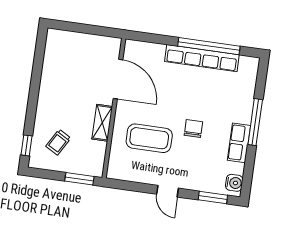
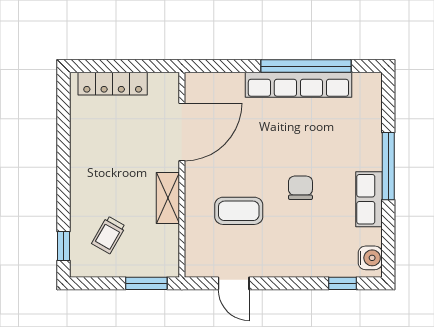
locker: (76, 40) -> (113, 84), added
door: (118, 79) -> (182, 132), hinge flipped
coffee table: (149, 138) -> (239, 211), width x0.73, depth x0.76
door: (168, 191) -> (234, 283), moved
window: (213, 198) -> (343, 283), width x0.67

